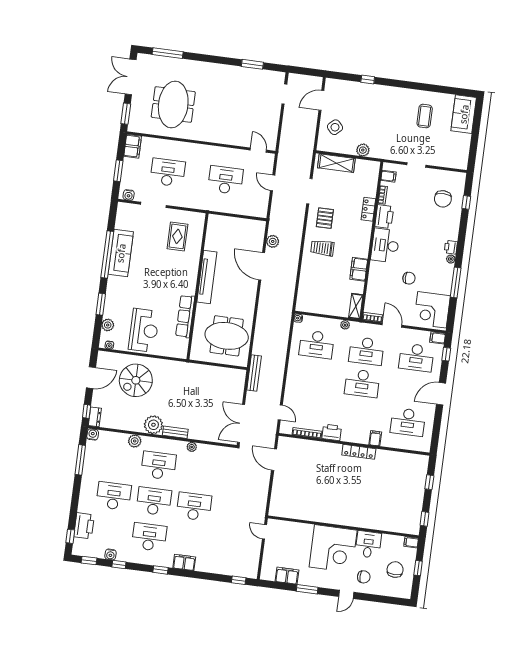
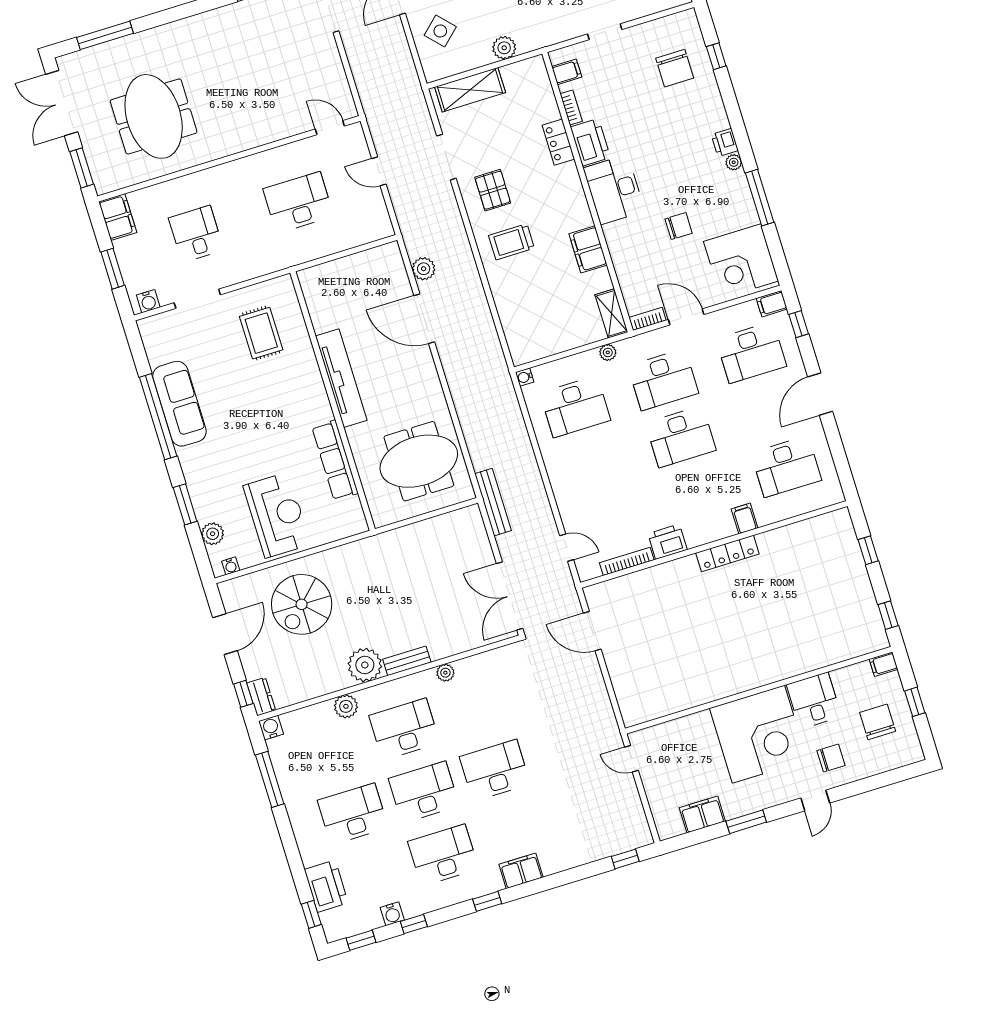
desk: (168, 172) -> (196, 234), width x0.73

